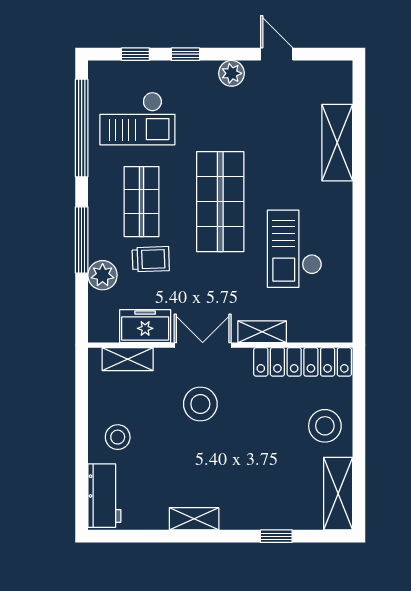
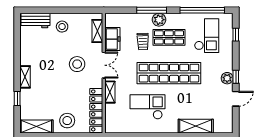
window: (185, 54) -> (236, 77), moved
checkout: (137, 119) -> (207, 36), turned 180
shop shelf: (220, 202) -> (169, 73), width x1.40
plant: (103, 275) -> (159, 20), moved
shelving: (194, 519) -> (25, 77), moved

